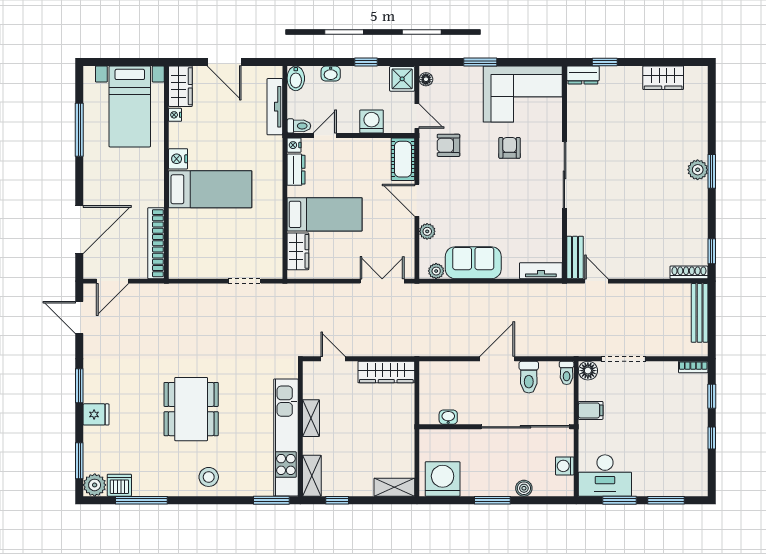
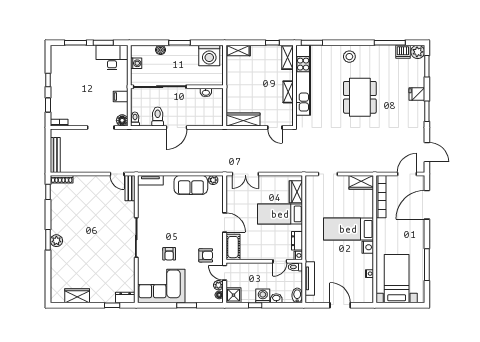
wardrobe: (180, 86) -> (361, 182), moved, turned -90
washing machine: (372, 122) -> (263, 296), moved, turned 180
plant: (427, 231) -> (218, 285), moved

